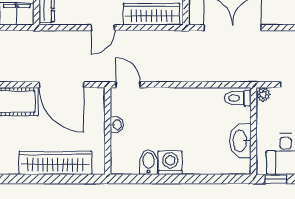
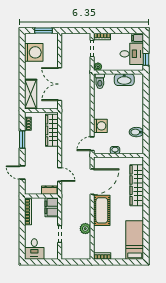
door: (103, 28) -> (60, 174), moved
washing machine: (170, 163) -> (100, 126), moved, turned 180

